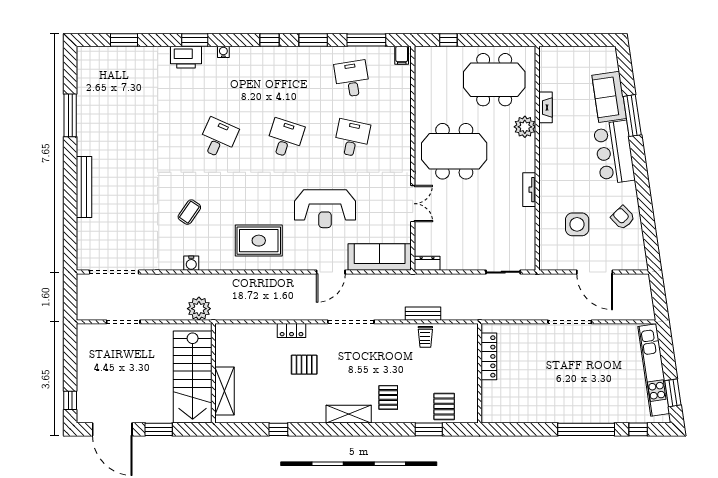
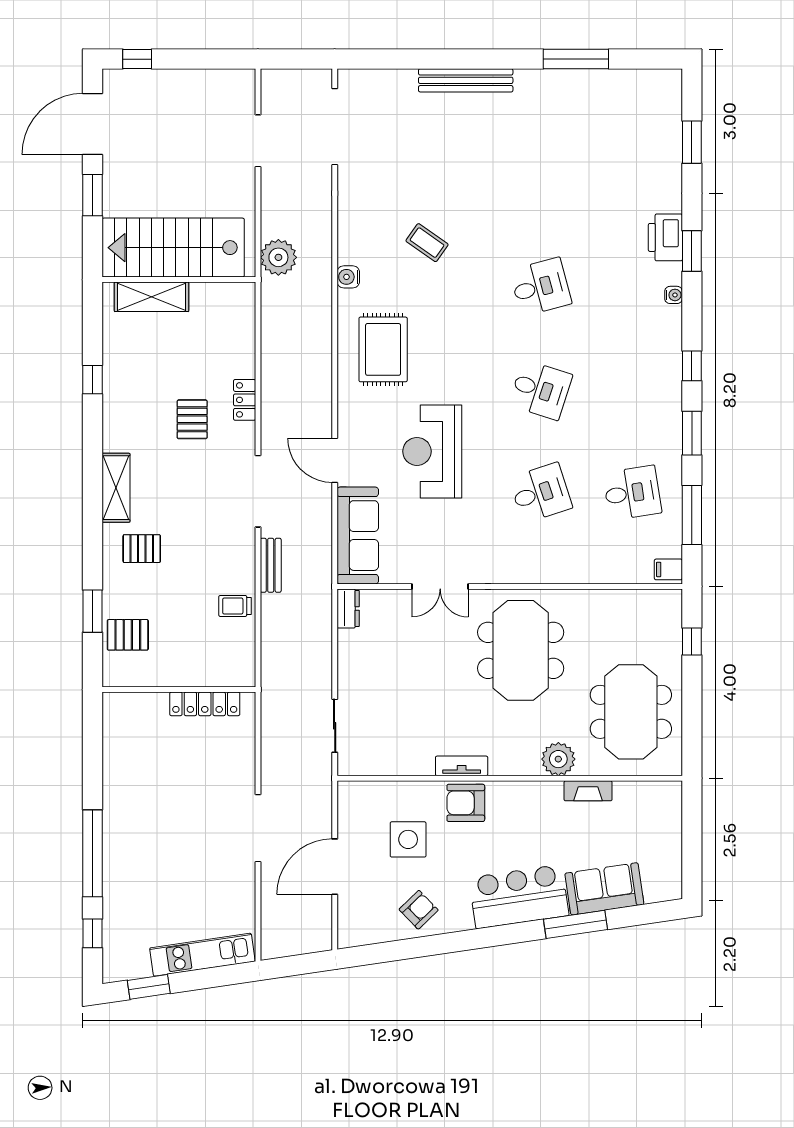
desk: (218, 138) -> (541, 287), turned -39
desk: (352, 138) -> (541, 493), turned -30
armchair: (553, 187) -> (466, 803), added
water cooler: (191, 263) -> (348, 277), moved
bench: (423, 314) -> (271, 565), moved
kitchen unit: (654, 370) -> (202, 955), width x0.73

